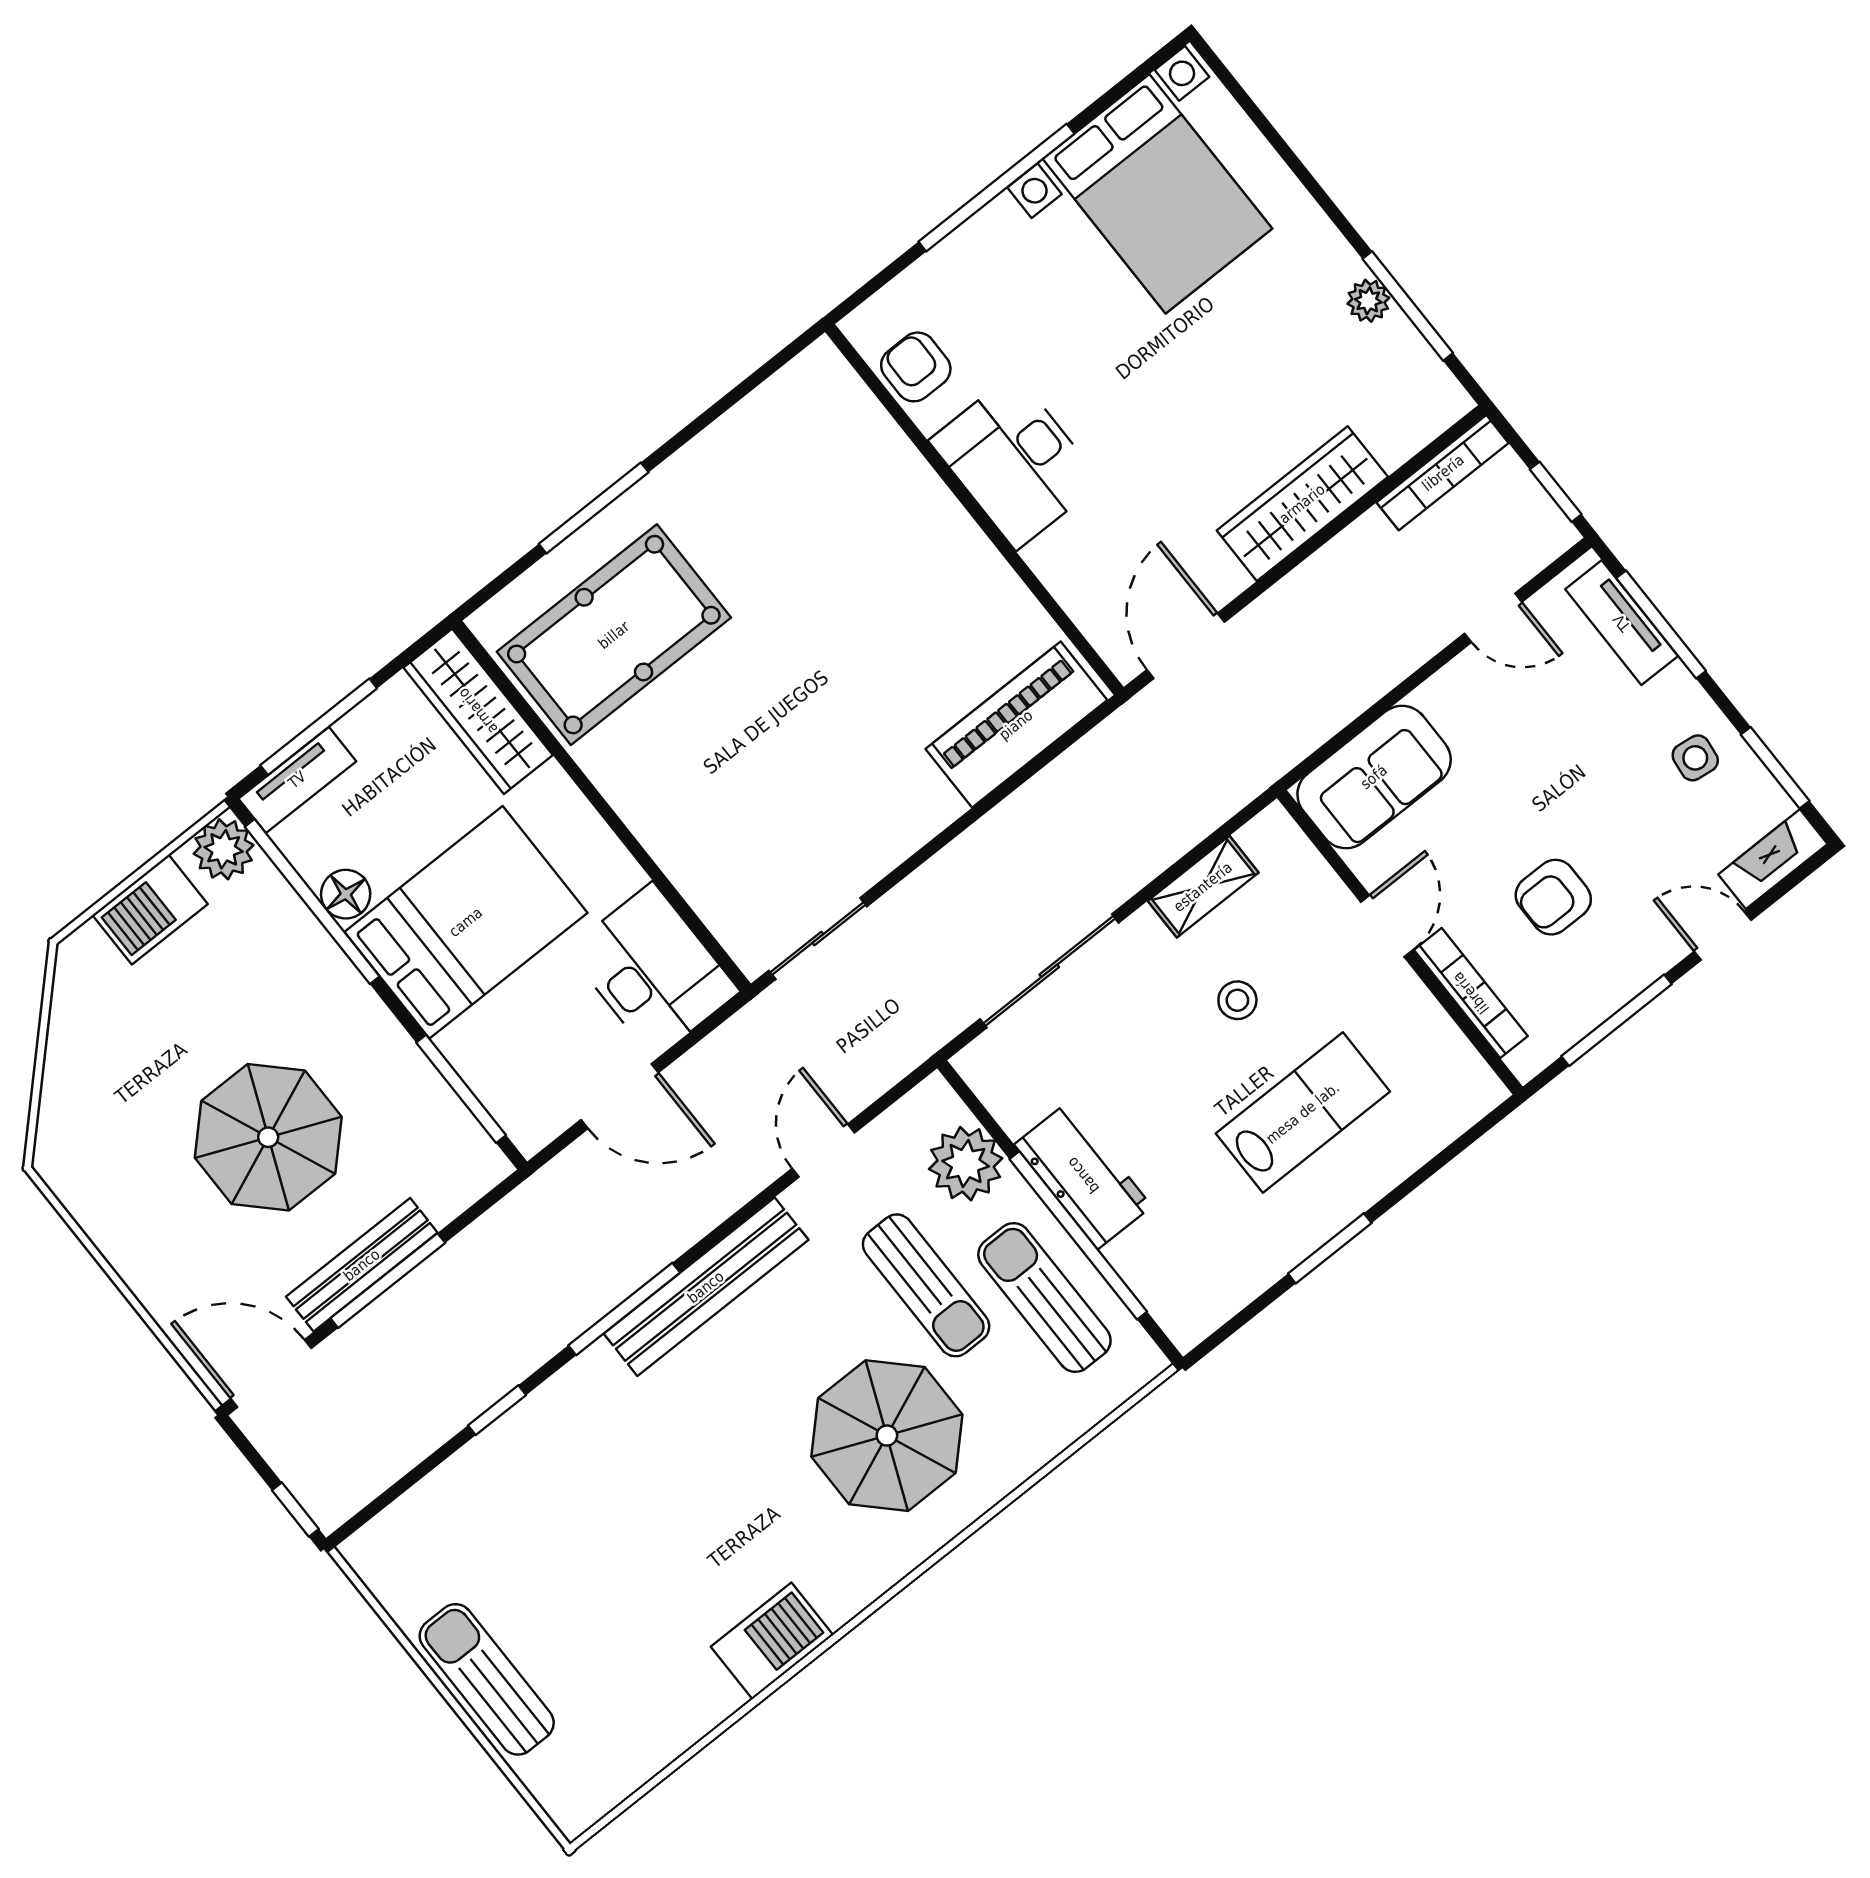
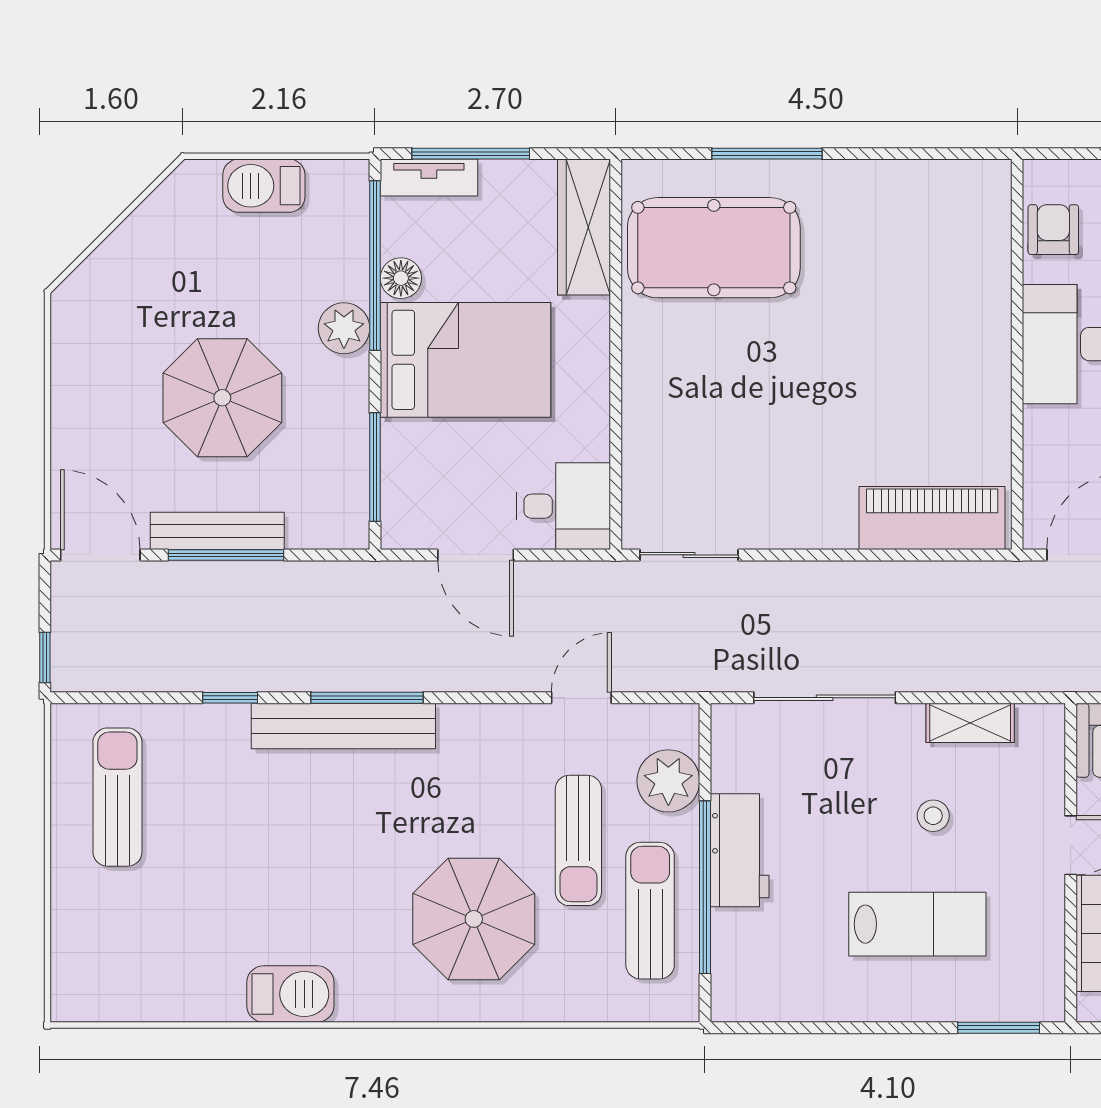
plant: (224, 849) -> (344, 328), moved
desk: (653, 971) -> (563, 506), width x0.73
window: (1330, 1248) -> (999, 1028), moved
bench: (706, 1287) -> (343, 726), moved
sun lounger: (487, 1679) -> (117, 797), moved

